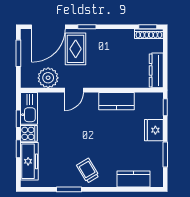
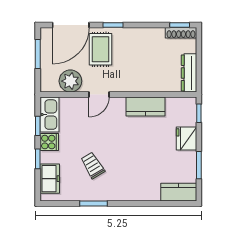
freezer: (29, 161) -> (50, 179), width x0.71
trolley: (88, 171) -> (93, 165), moved
kitchen counter: (133, 179) -> (179, 192), moved

